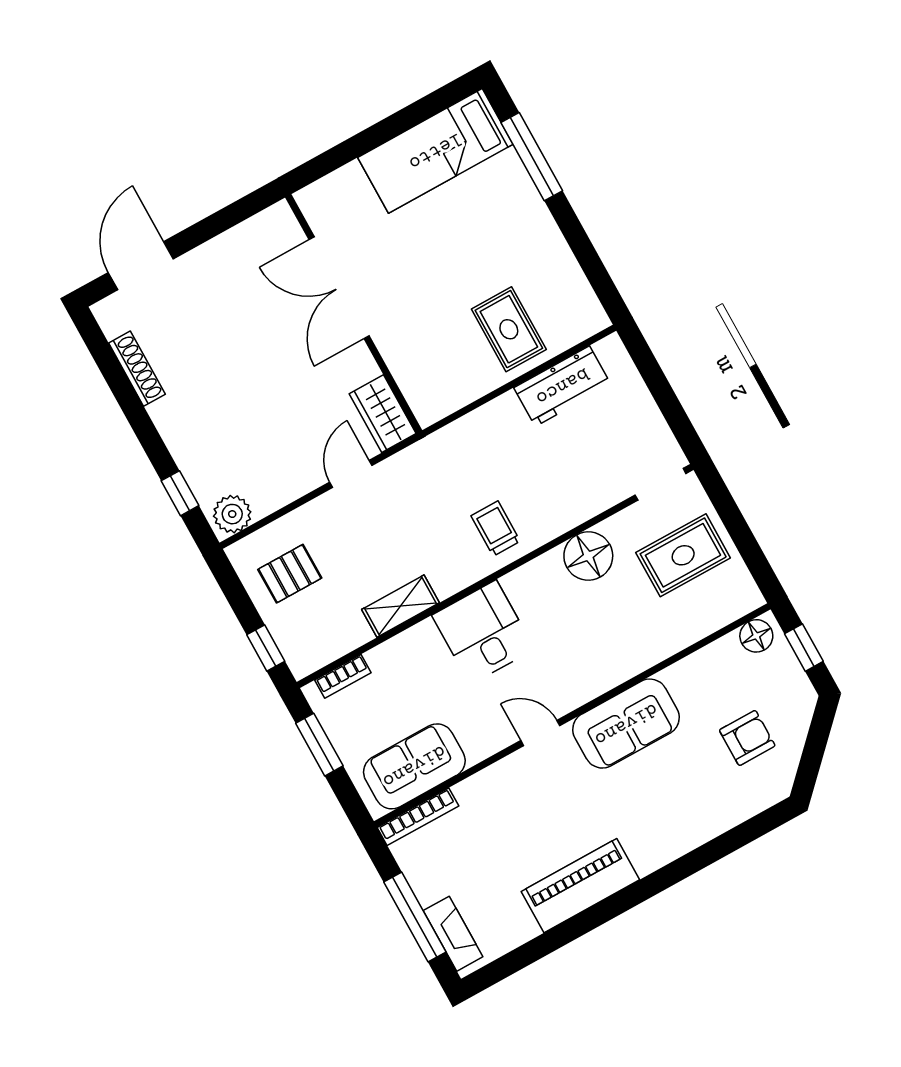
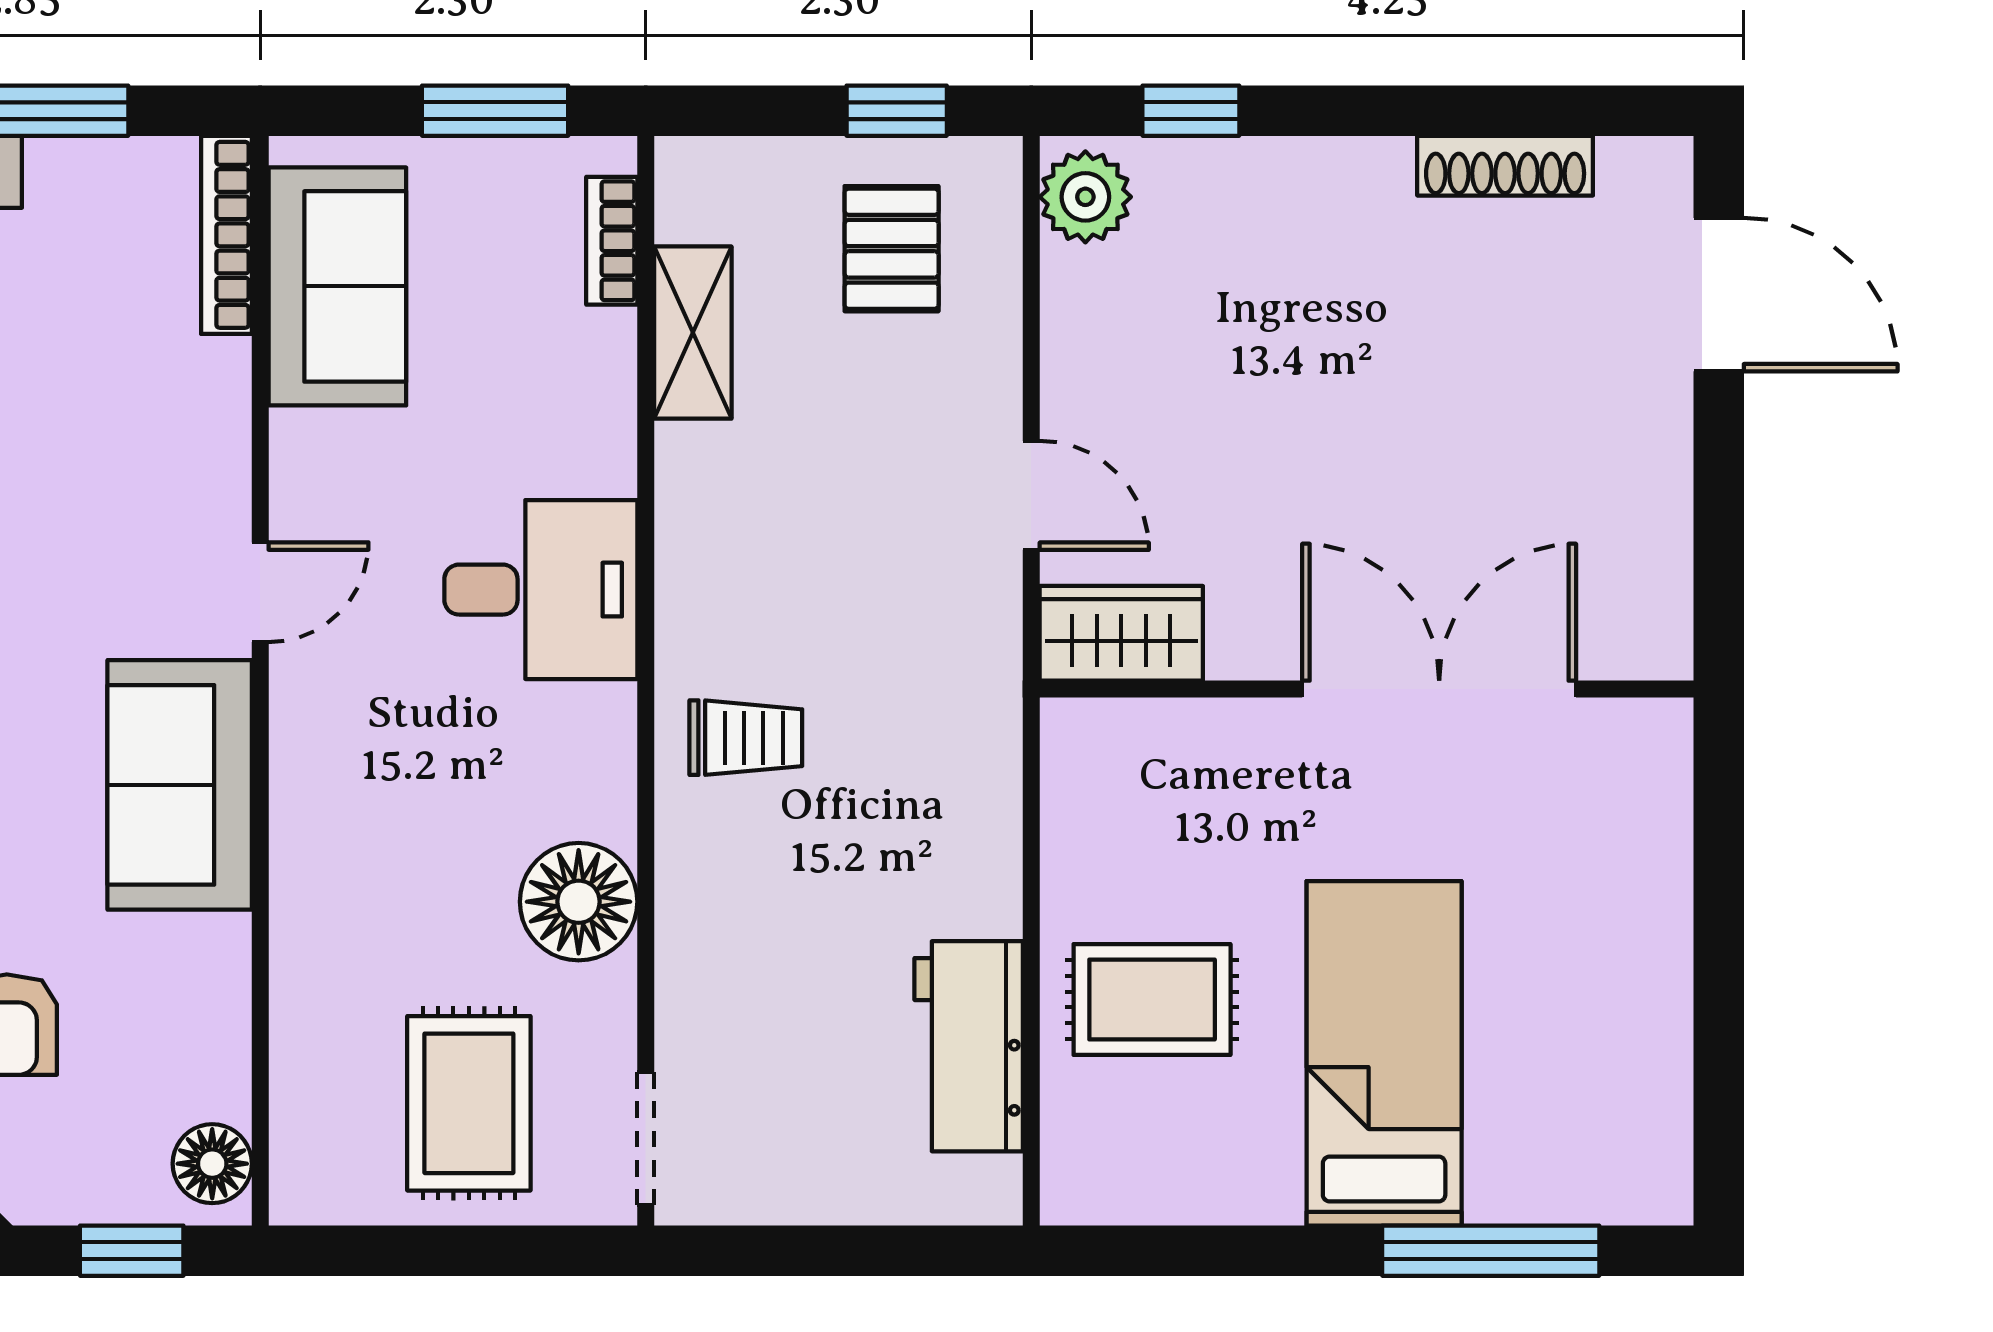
bed: (435, 151) -> (1384, 1053), moved
shelving: (401, 606) -> (693, 333), moved
window: (266, 648) -> (897, 111), moved

